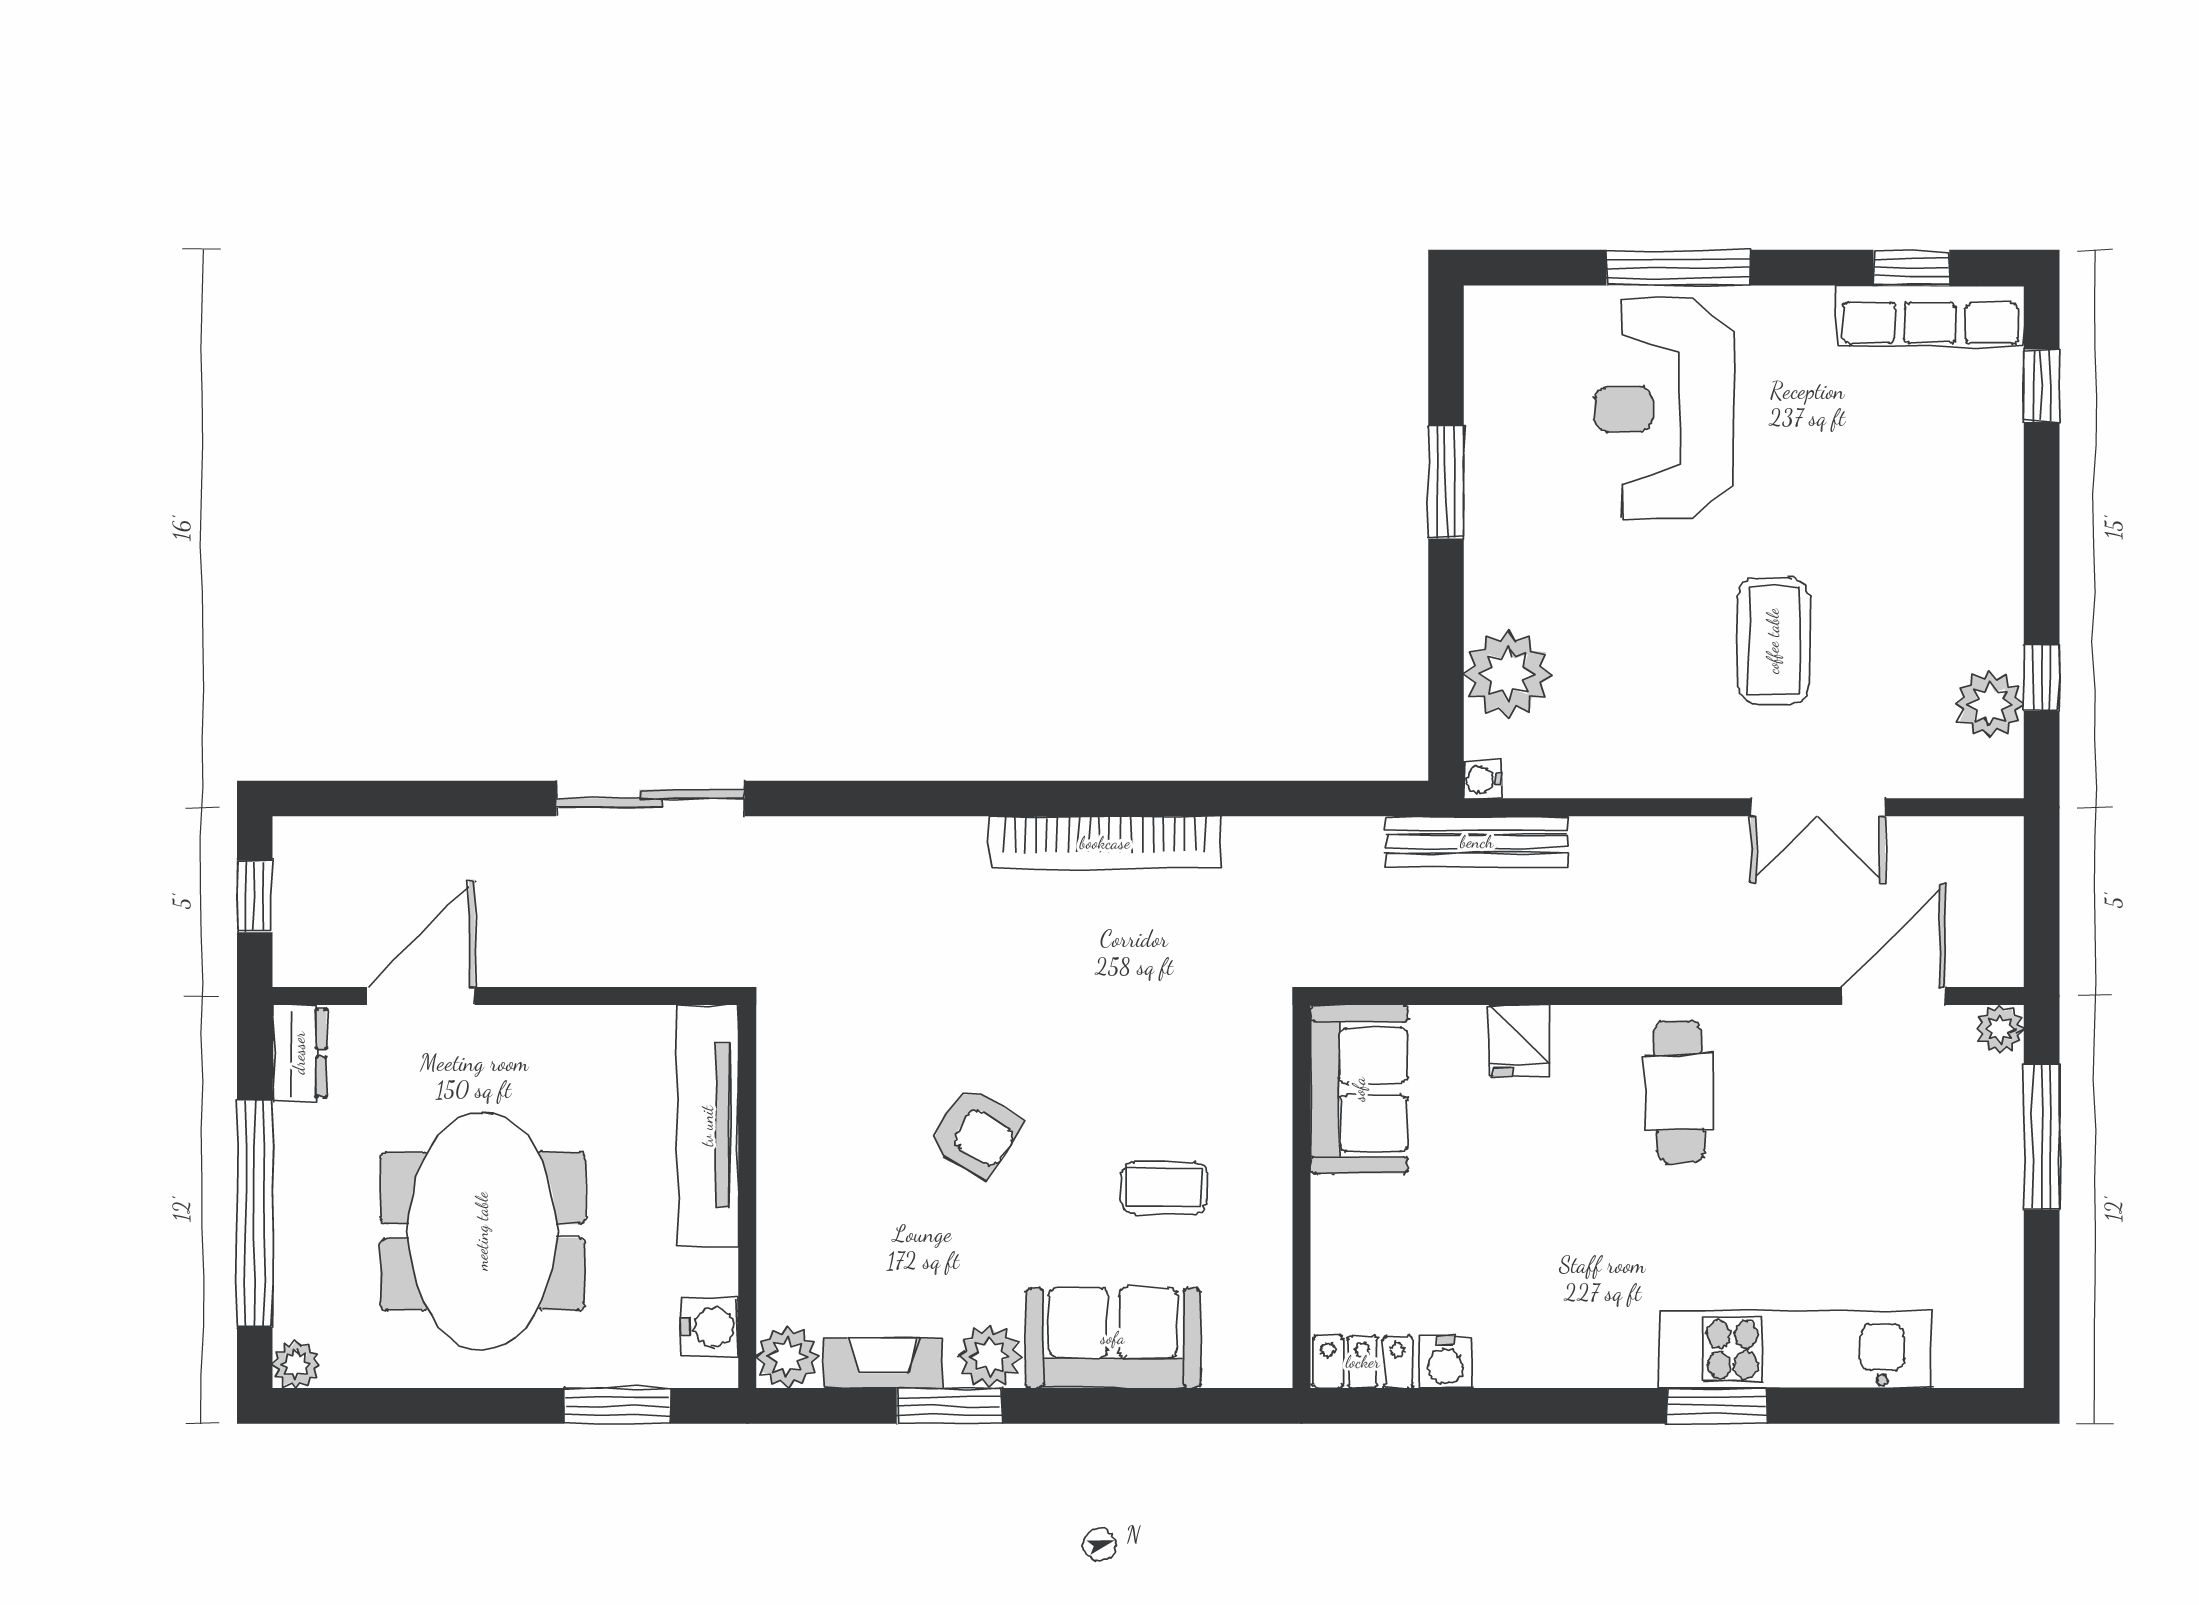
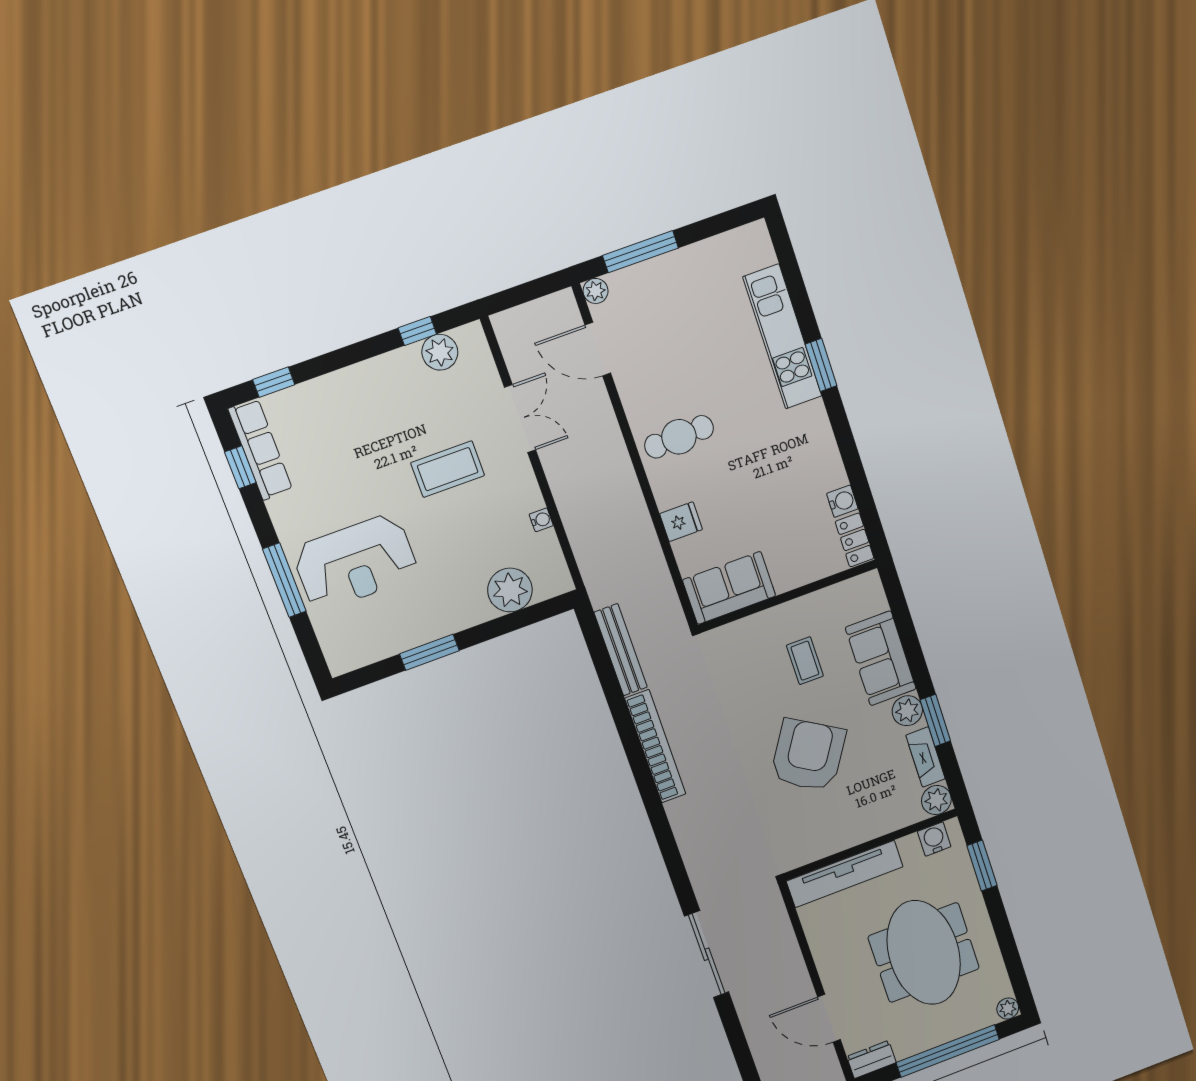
water cooler: (1483, 780) -> (541, 520), moved, turned -90
bench: (1477, 842) -> (621, 650), moved
armchair: (975, 1132) -> (808, 755), width x1.88, depth x1.88
meeting table: (482, 1231) -> (924, 953), turned 90

